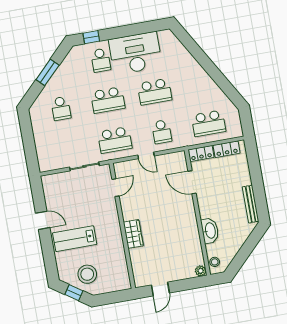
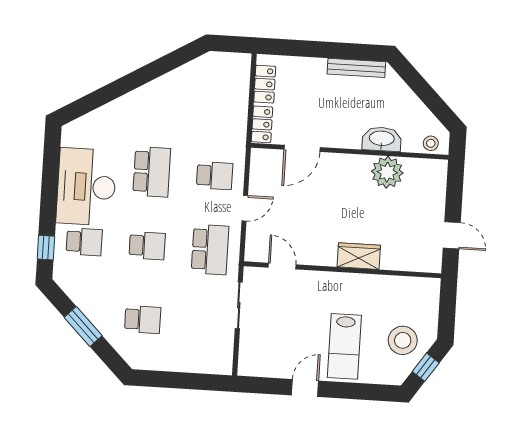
school desk: (108, 100) -> (147, 246), width x0.54
school desk: (209, 123) -> (219, 102), removed
plant: (201, 271) -> (387, 172), moved, width x1.88, depth x1.88

